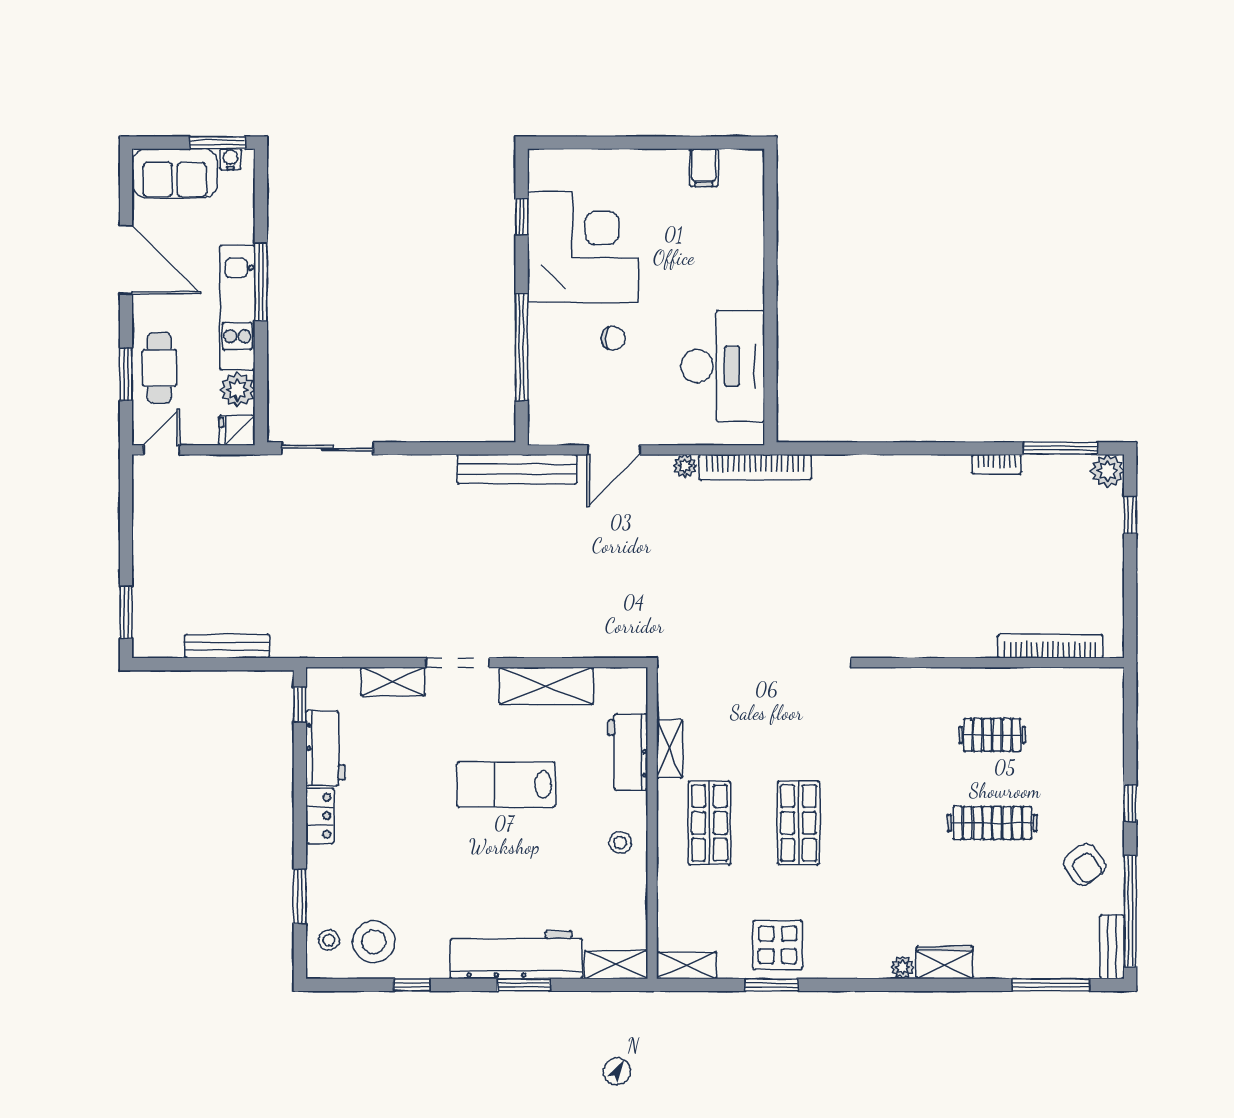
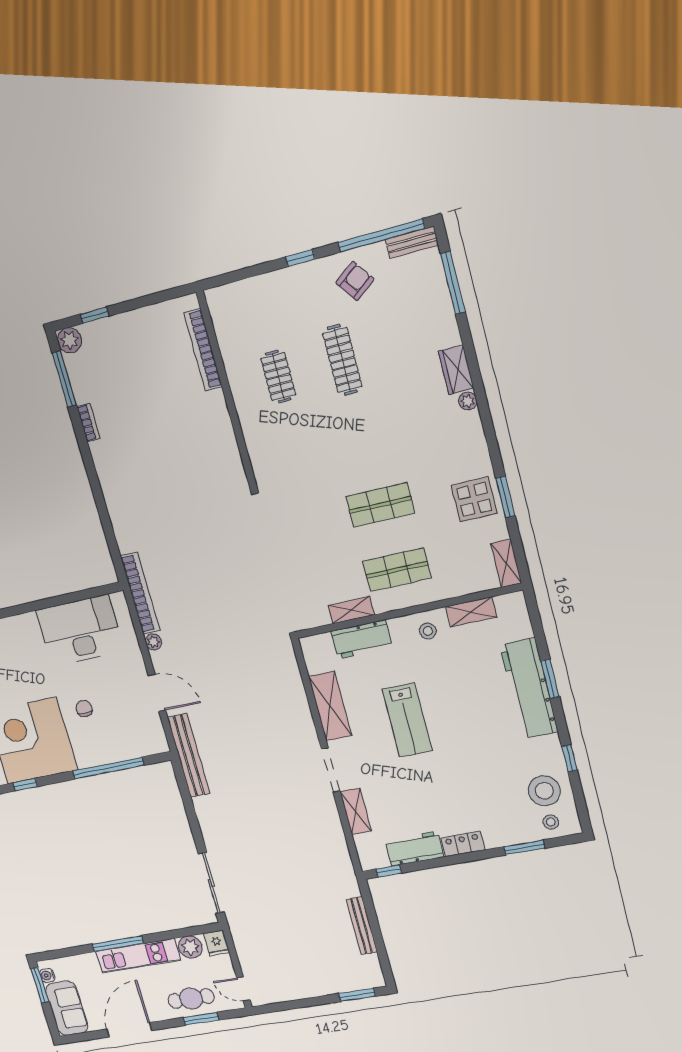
shelving: (616, 965) -> (471, 612), moved, turned 90

